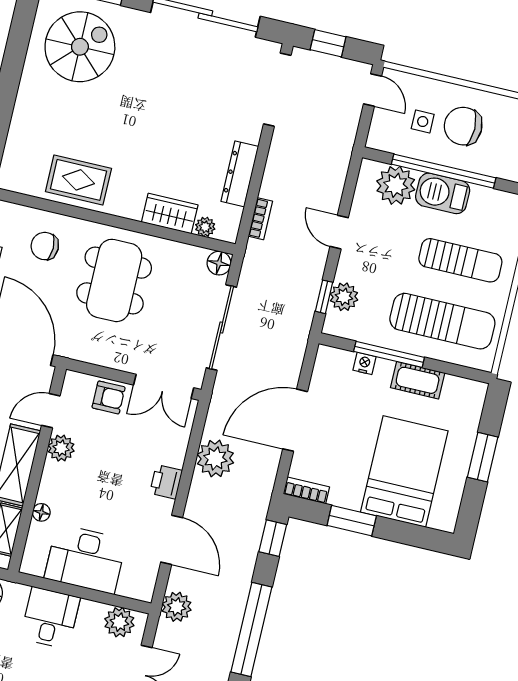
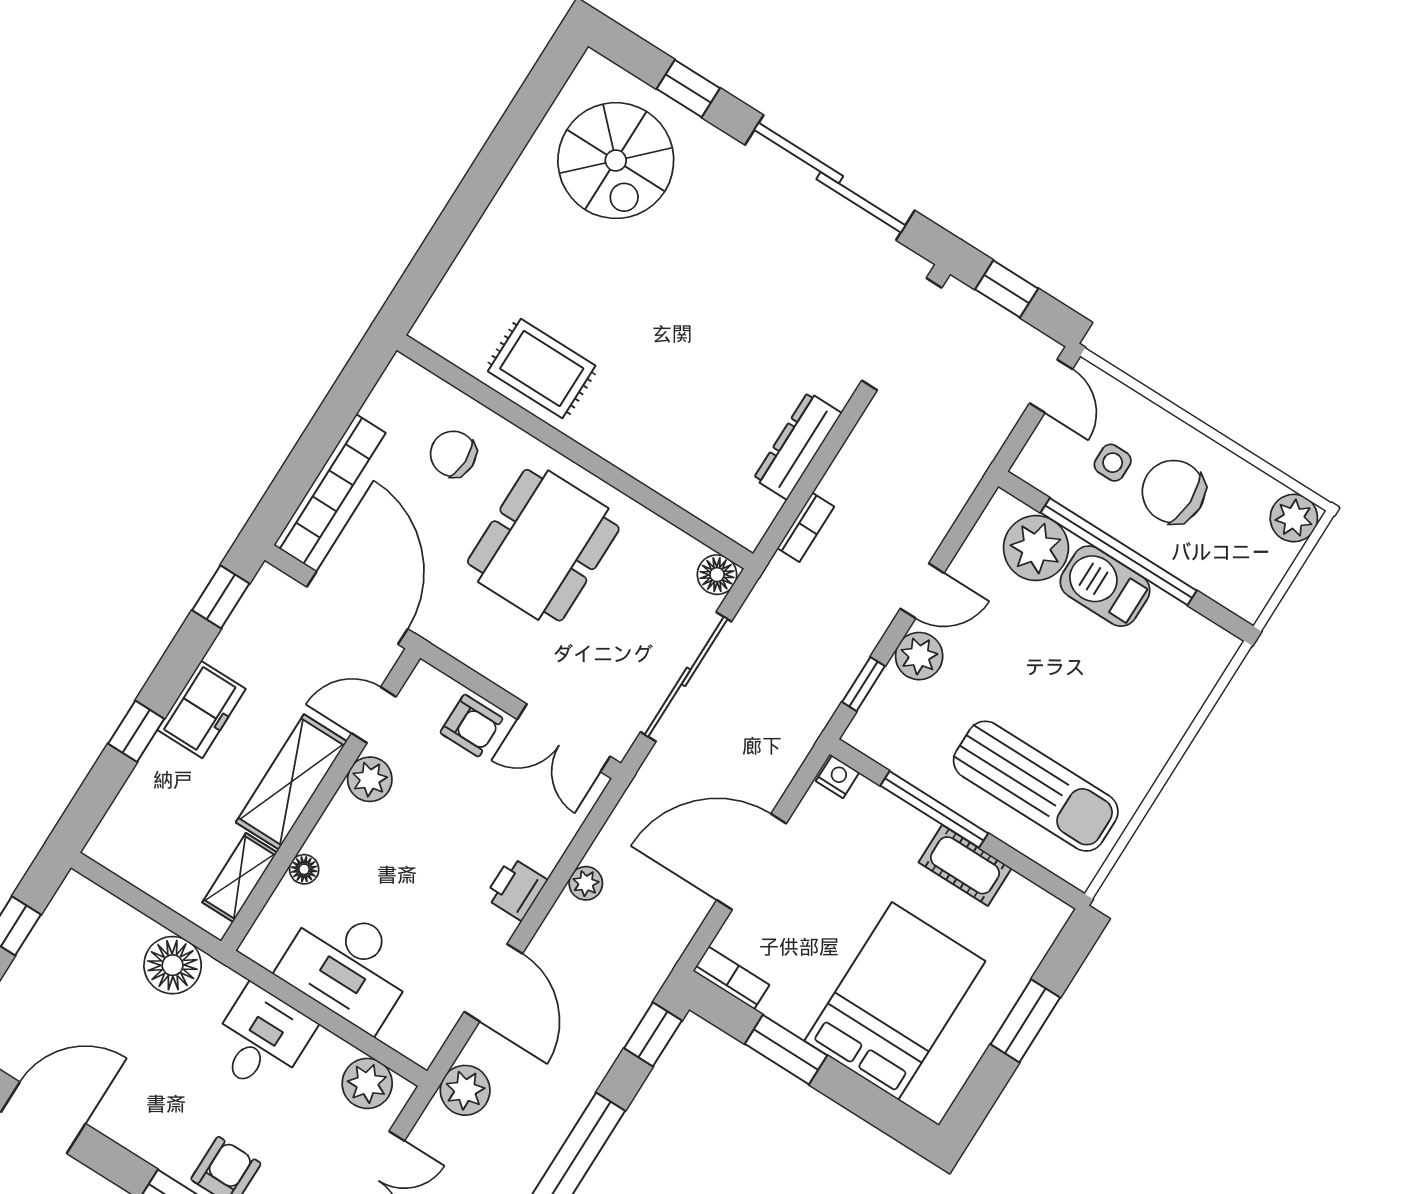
spiral stairs: (80, 47) -> (616, 161), turned 90
wardrobe: (170, 214) -> (667, 470), removed
plant: (205, 227) -> (715, 510), removed
door: (339, 232) -> (922, 591), swing flipped
sun lounger: (460, 260) -> (1097, 700), removed
plant: (344, 297) -> (919, 656), moved
nightstand: (364, 363) -> (838, 777), moved
plant: (215, 458) -> (586, 883), width x0.53, depth x0.53

